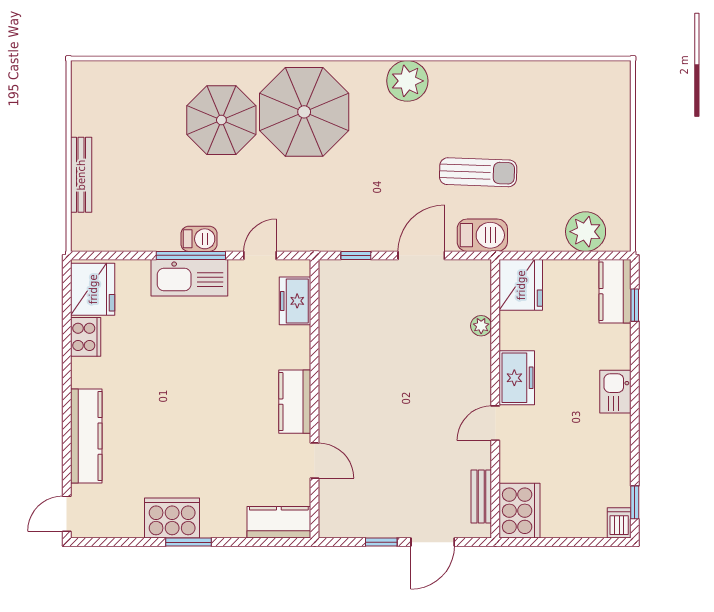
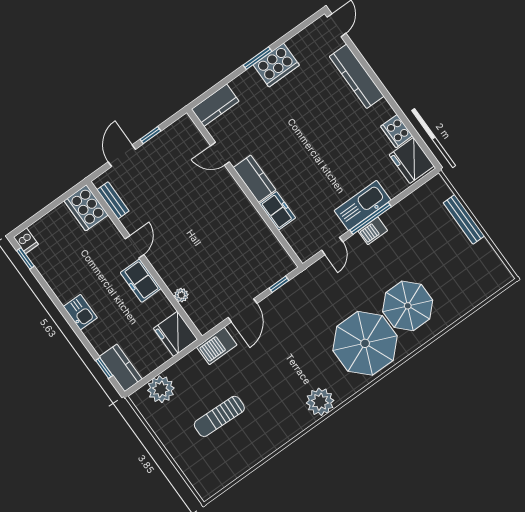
sun lounger: (478, 172) -> (219, 416), moved
freezer: (295, 301) -> (277, 211), moved

